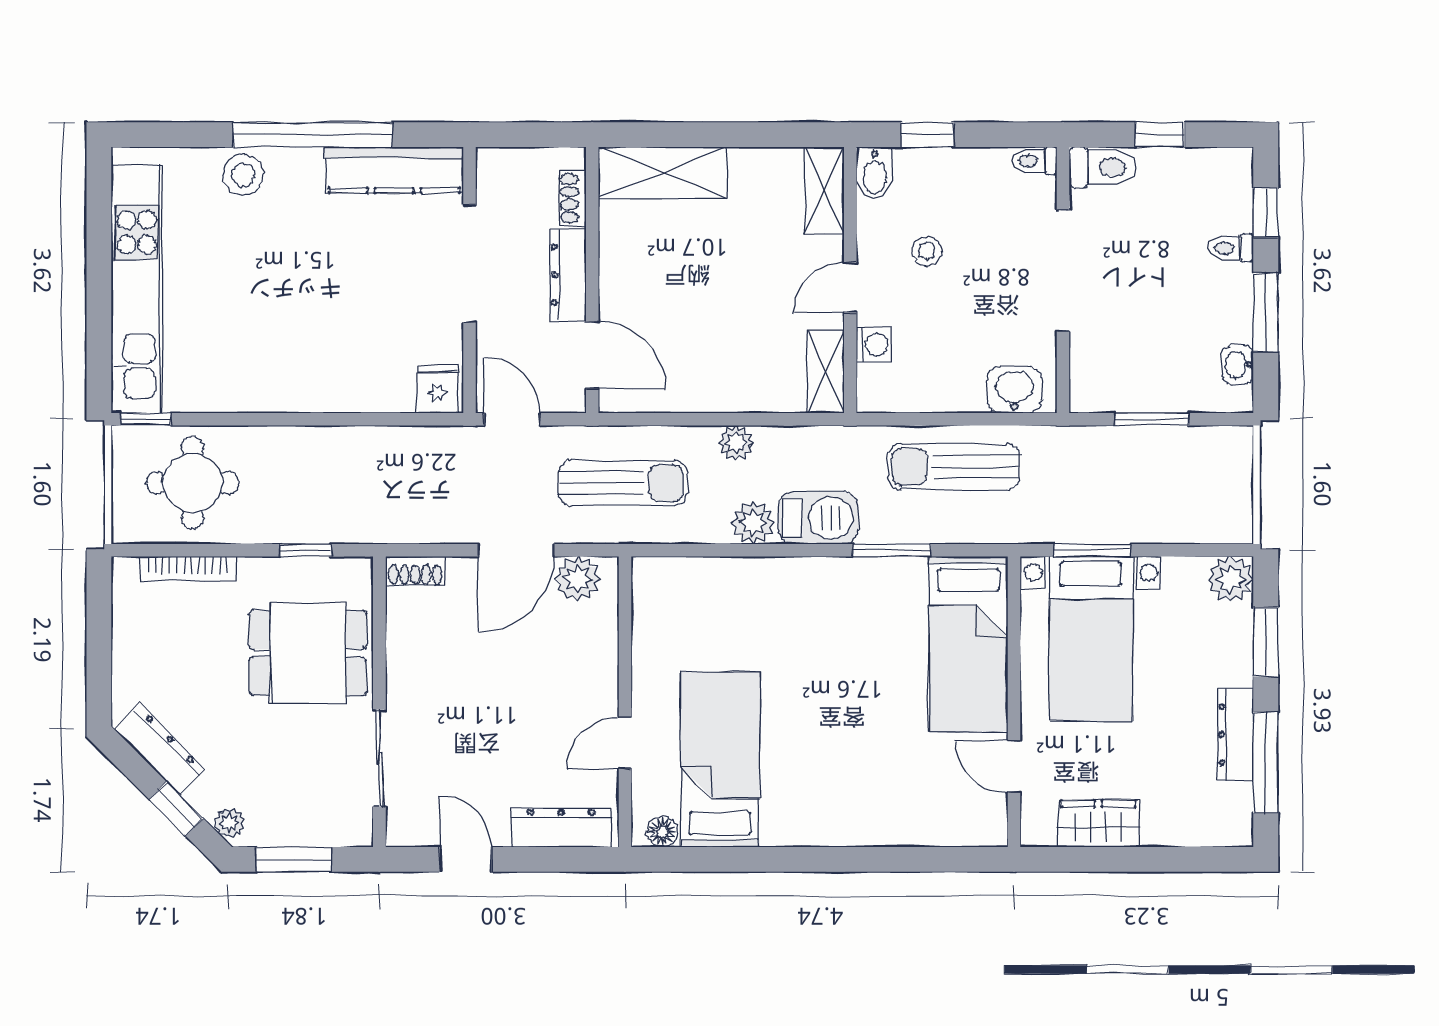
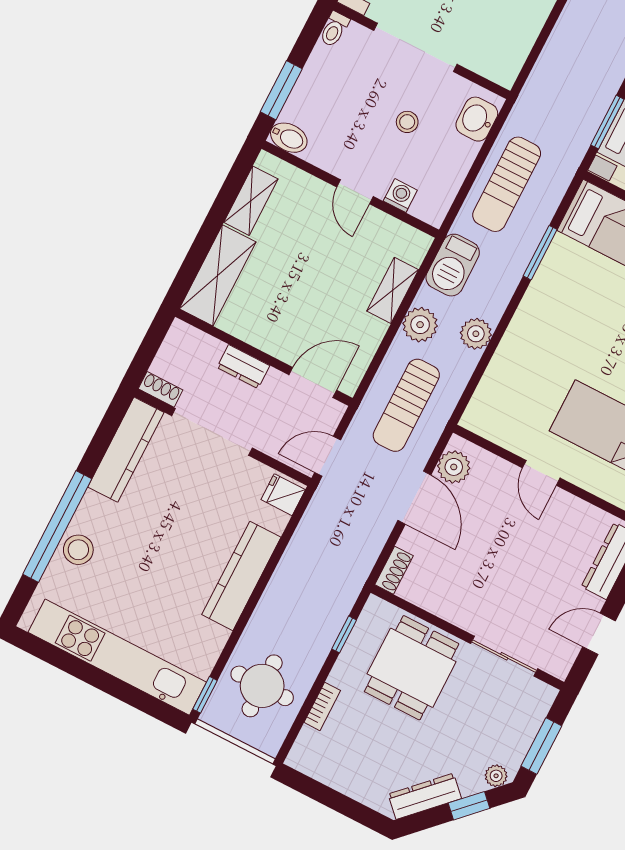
window: (312, 135) -> (57, 527), moved
window: (927, 135) -> (281, 90), width x1.50
shelving: (825, 190) -> (251, 201), moved, turned 90
shoe rack: (573, 198) -> (161, 389), moved, turned 180
stool: (927, 251) -> (407, 122), moved
dresser: (568, 275) -> (243, 367), width x0.70
shelving: (825, 372) -> (393, 290), moved, turned 90
kitchen counter: (313, 389) -> (241, 576), added
window: (1152, 419) -> (542, 39), removed
plant: (736, 443) -> (420, 325), width x1.38, depth x1.38
sun lounger: (623, 483) -> (406, 405), turned 180
barbecue: (818, 518) -> (453, 265), moved, turned 180
bookcase: (188, 569) -> (322, 706), width x0.64
door: (625, 743) -> (541, 473), moved

